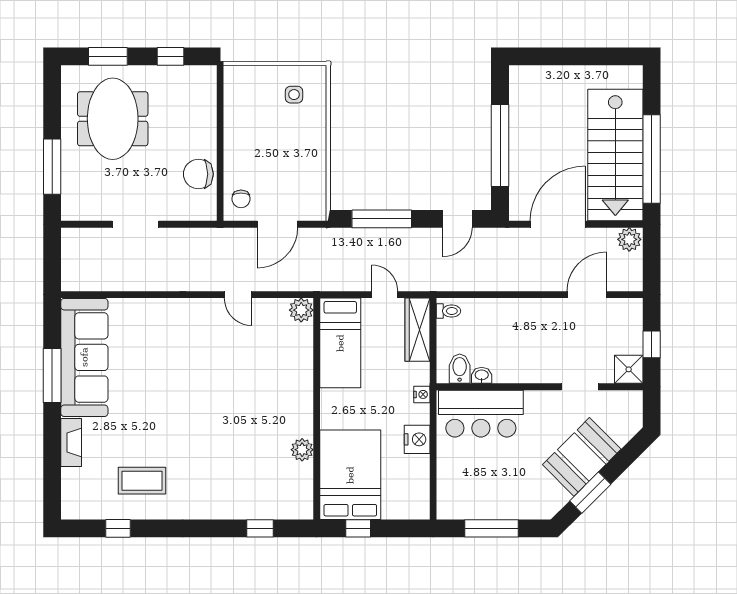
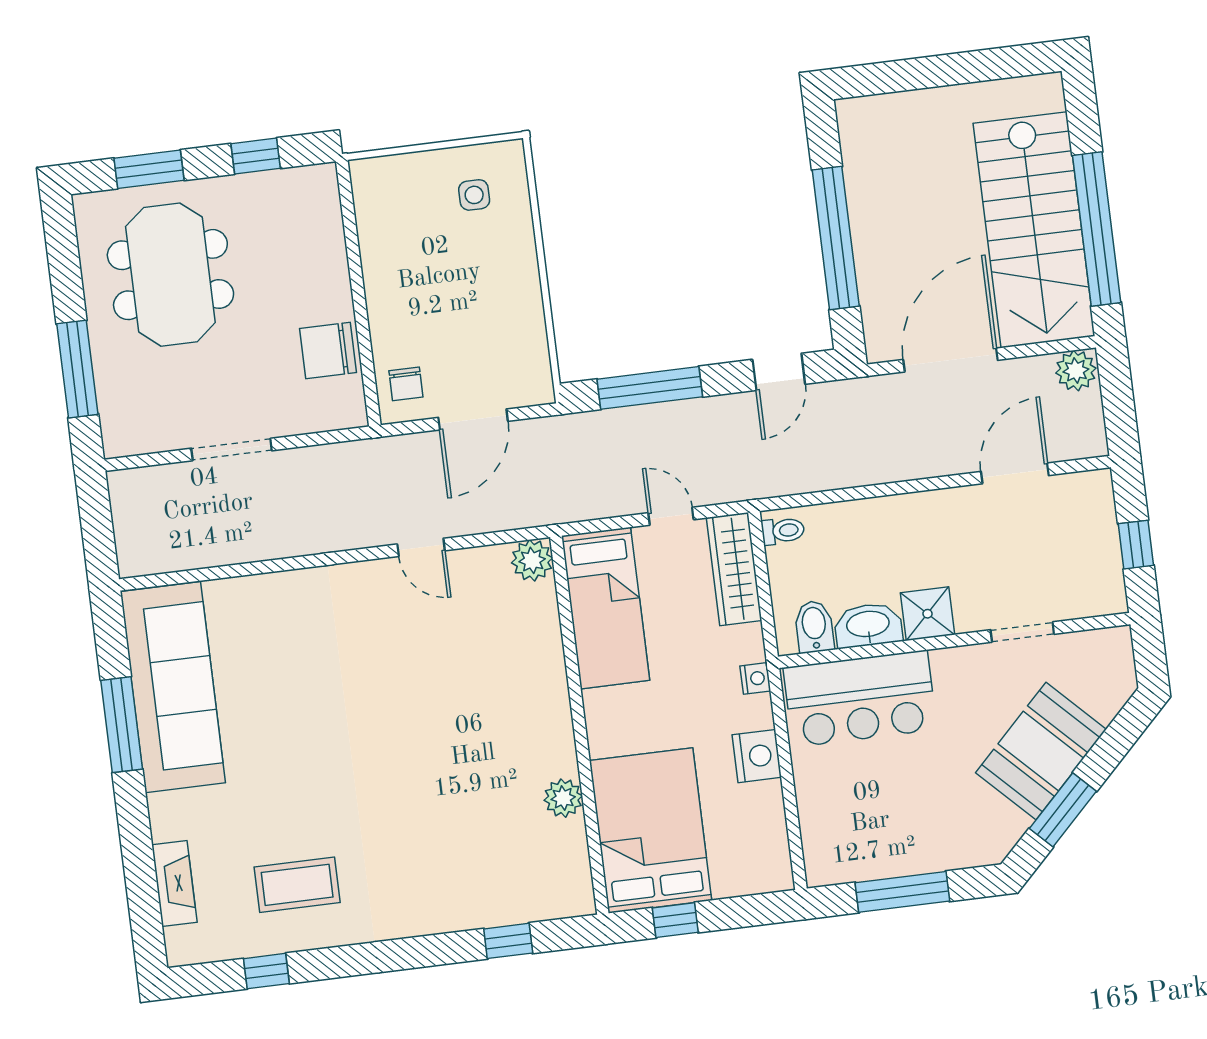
shower: (629, 369) -> (928, 614), moved
washbasin: (482, 375) -> (868, 625), width x1.91, depth x1.45
fireplace: (71, 442) -> (174, 883), moved

